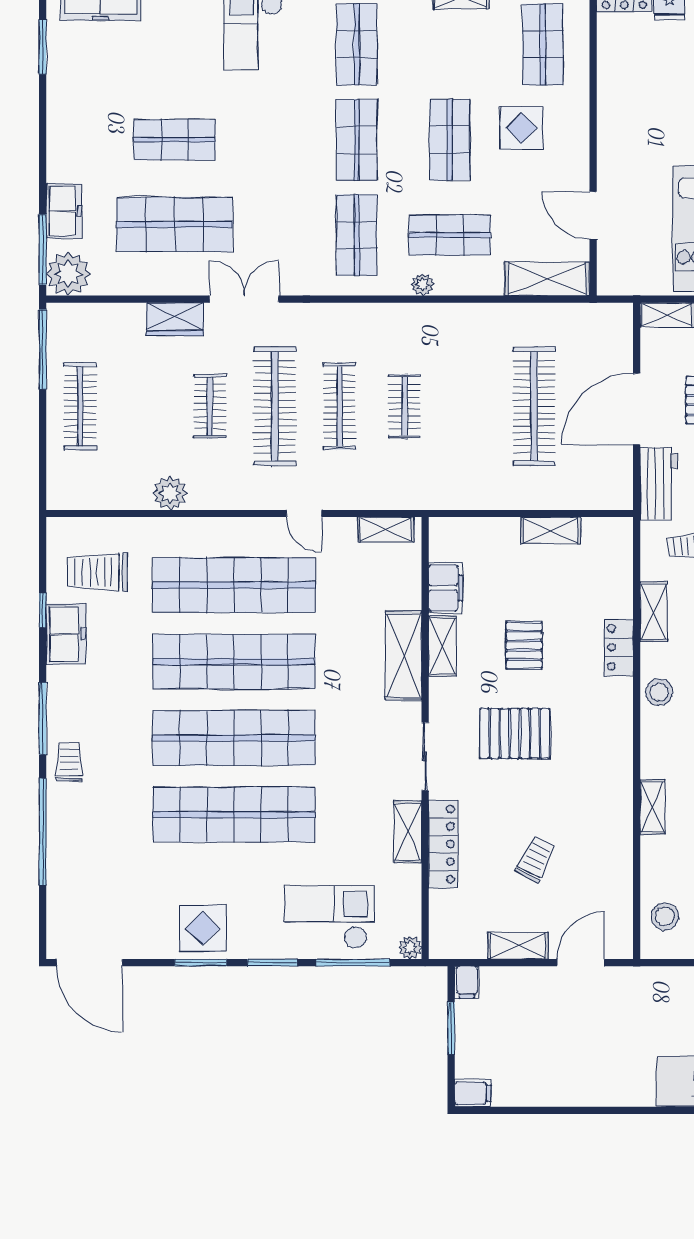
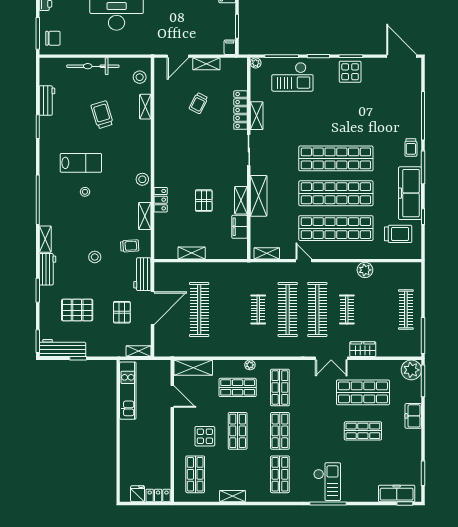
freezer: (64, 211) -> (413, 416), moved
clothes rail: (340, 406) -> (288, 309), width x1.37, depth x1.31
freezer: (66, 634) -> (410, 193), width x1.91, depth x1.26
pallet: (515, 734) -> (208, 160), removed
shelving: (652, 807) -> (145, 107), moved
shop shelf: (234, 814) -> (336, 124), removed

